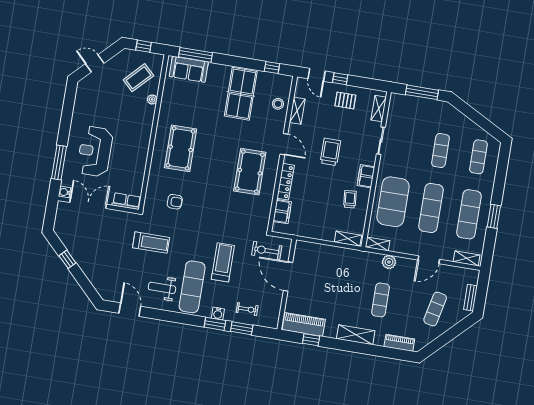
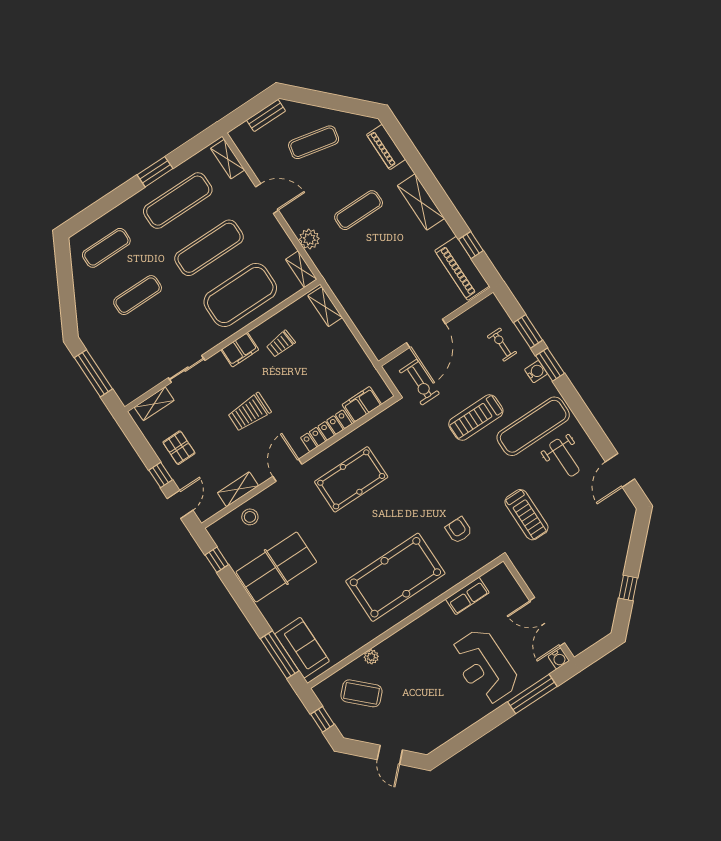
pool table: (181, 148) -> (395, 577), width x1.36, depth x1.32
reception desk: (95, 151) -> (484, 667), turned 90
row of seats: (126, 201) -> (467, 596), moved, turned -90
treadmill: (151, 243) -> (526, 515), turned 180

